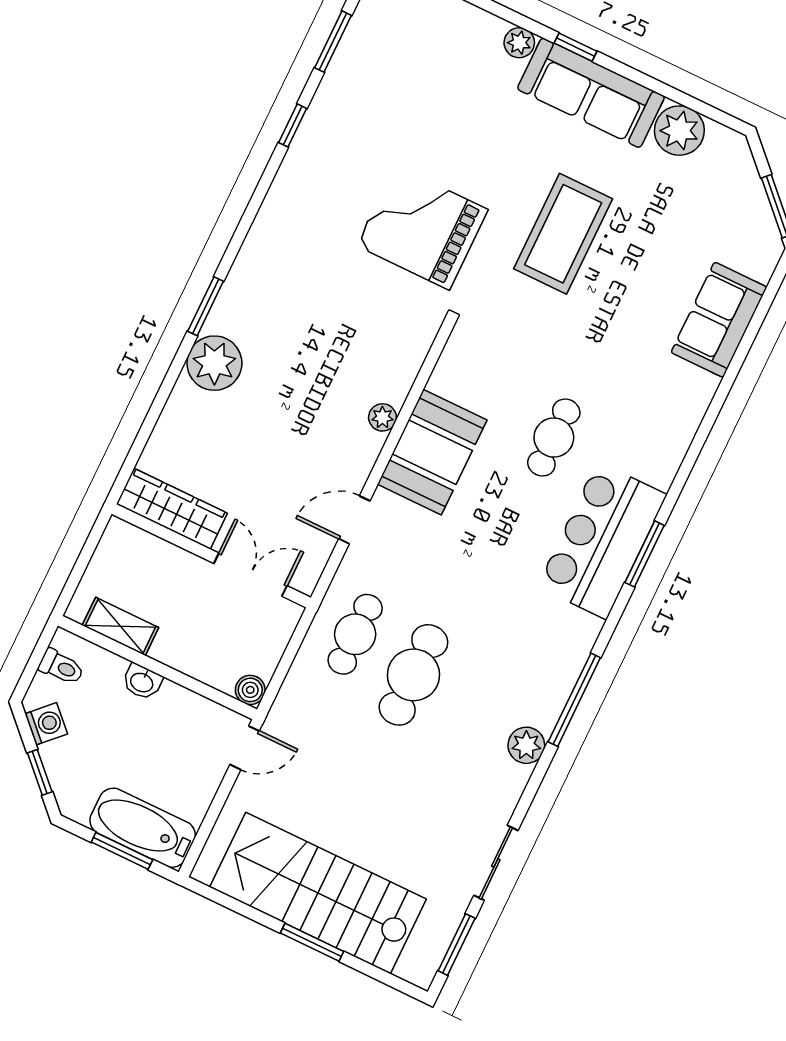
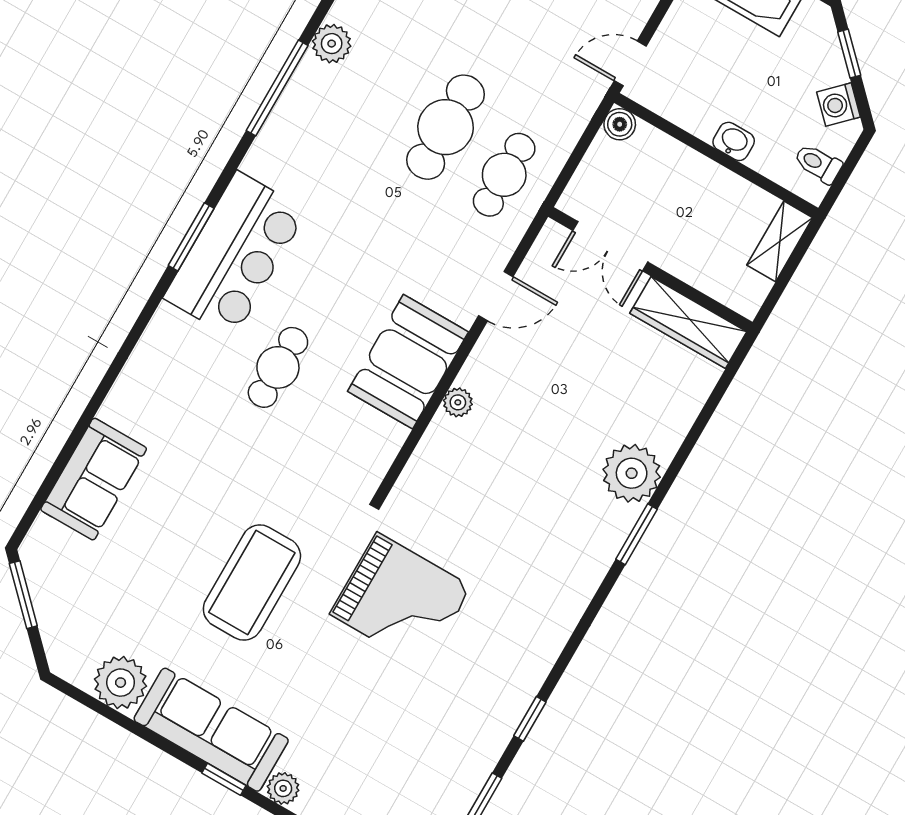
shelving: (120, 626) -> (780, 241), moved, turned 90

